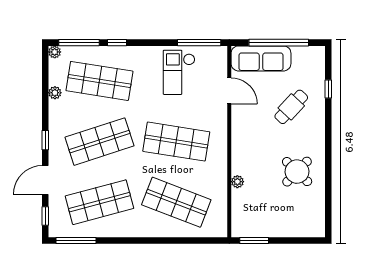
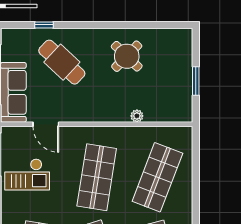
door: (229, 91) -> (46, 124), swing flipped
cafe table: (291, 107) -> (62, 62), width x1.37, depth x1.35
window: (254, 240) -> (196, 81), moved

